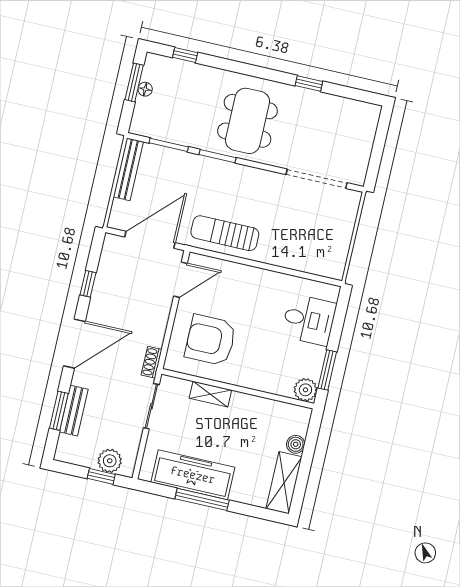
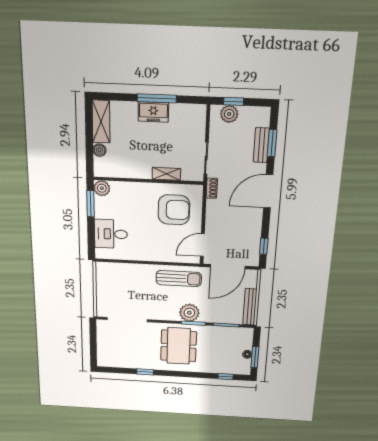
plant: (220, 175) -> (189, 313), added
window: (88, 284) -> (264, 246), moved
freezer: (193, 475) -> (153, 112), width x0.52, depth x0.79

